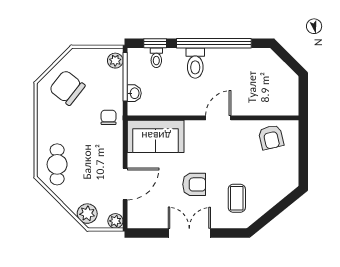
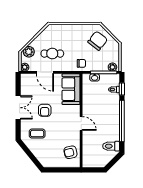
toilet: (195, 63) -> (111, 146), moved
cafe table: (57, 164) -> (52, 54), moved

